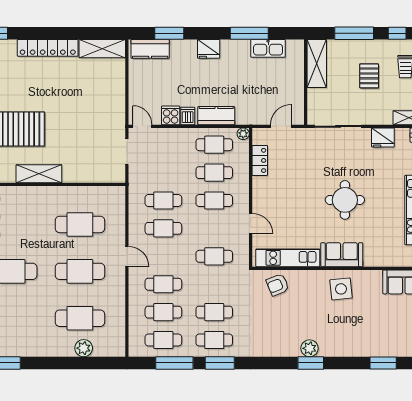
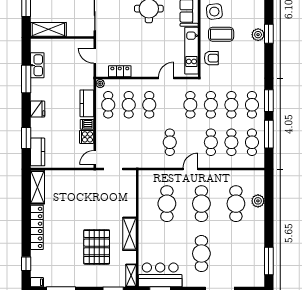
cafe table: (163, 200) -> (211, 105), moved
armchair: (278, 285) -> (211, 58), turned -68
coffee table: (310, 298) -> (221, 34), added

